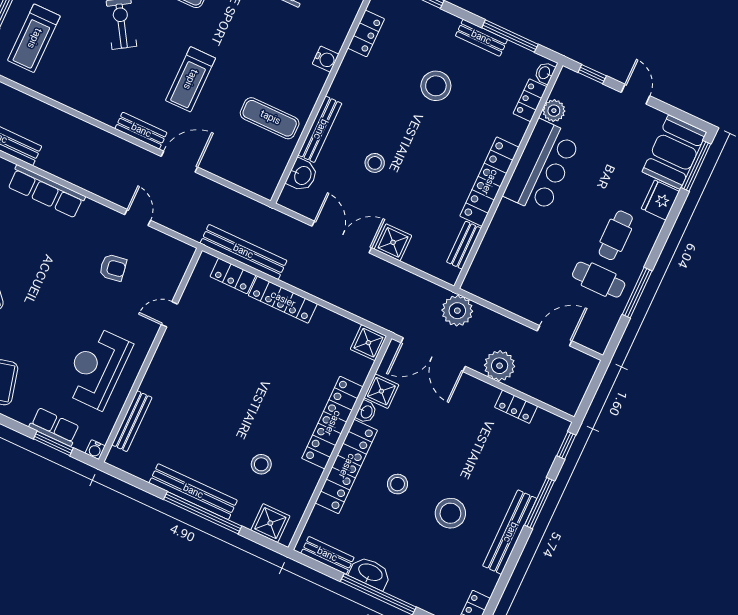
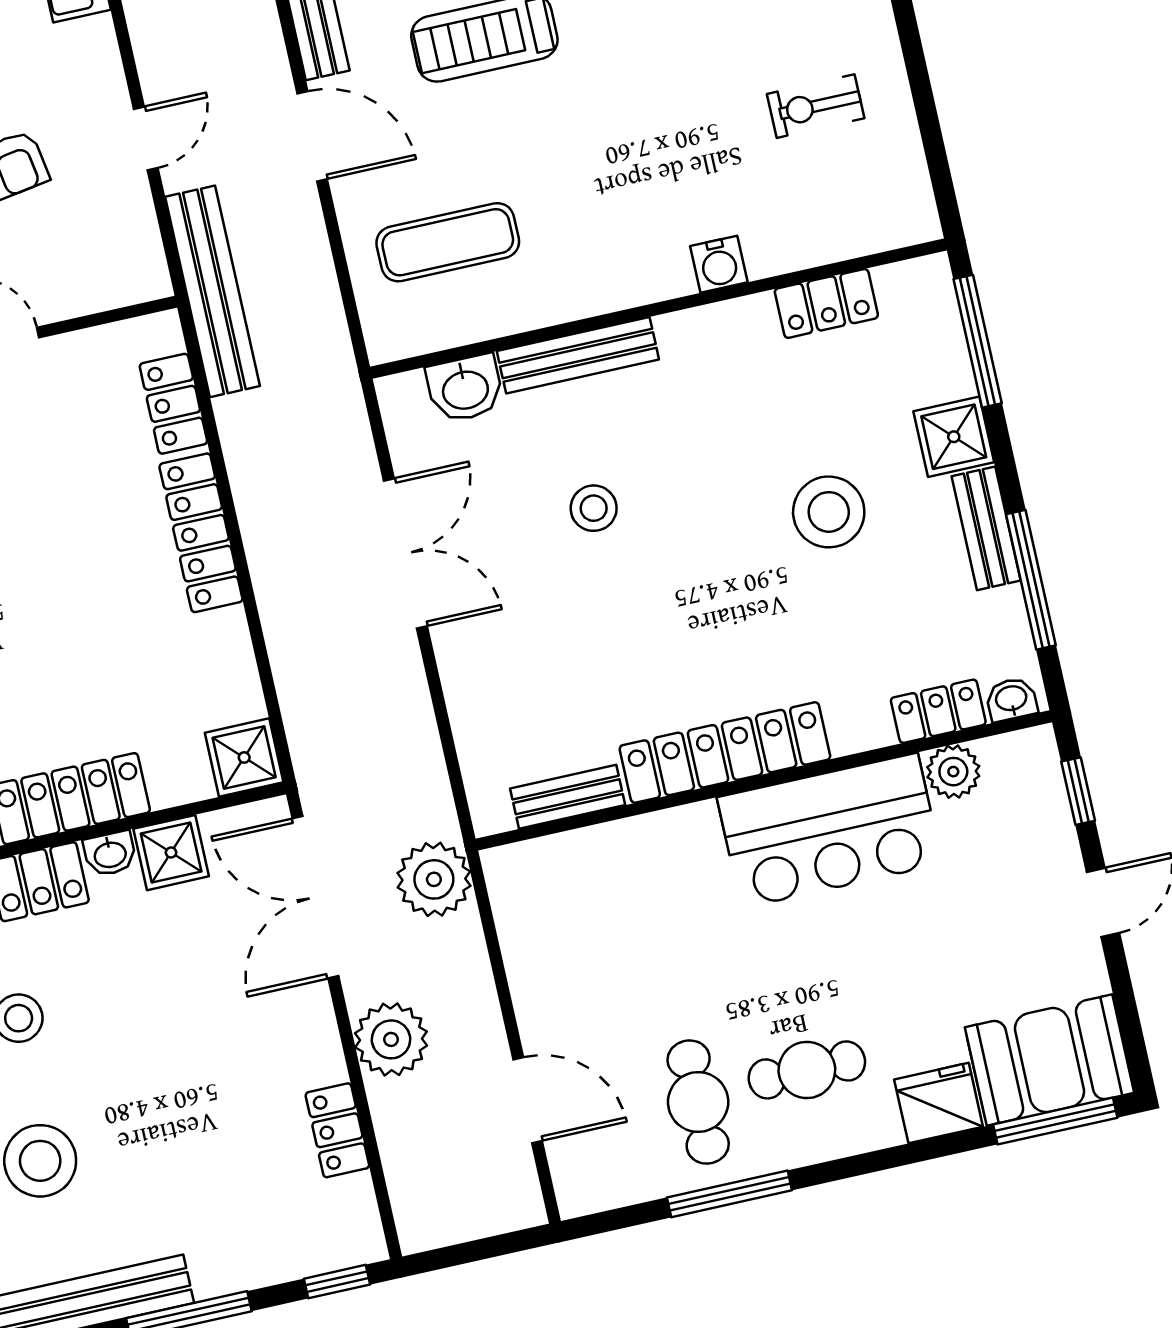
exercise mat: (270, 118) -> (448, 242), moved, turned 90
shower: (393, 242) -> (954, 437), moved
bench: (243, 252) -> (212, 291), moved

